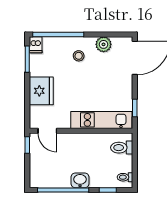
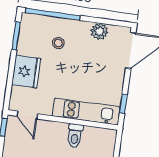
dishwasher: (36, 45) -> (27, 22), removed
stool: (79, 56) -> (58, 43), moved
toilet: (122, 148) -> (75, 136), moved, turned -90

